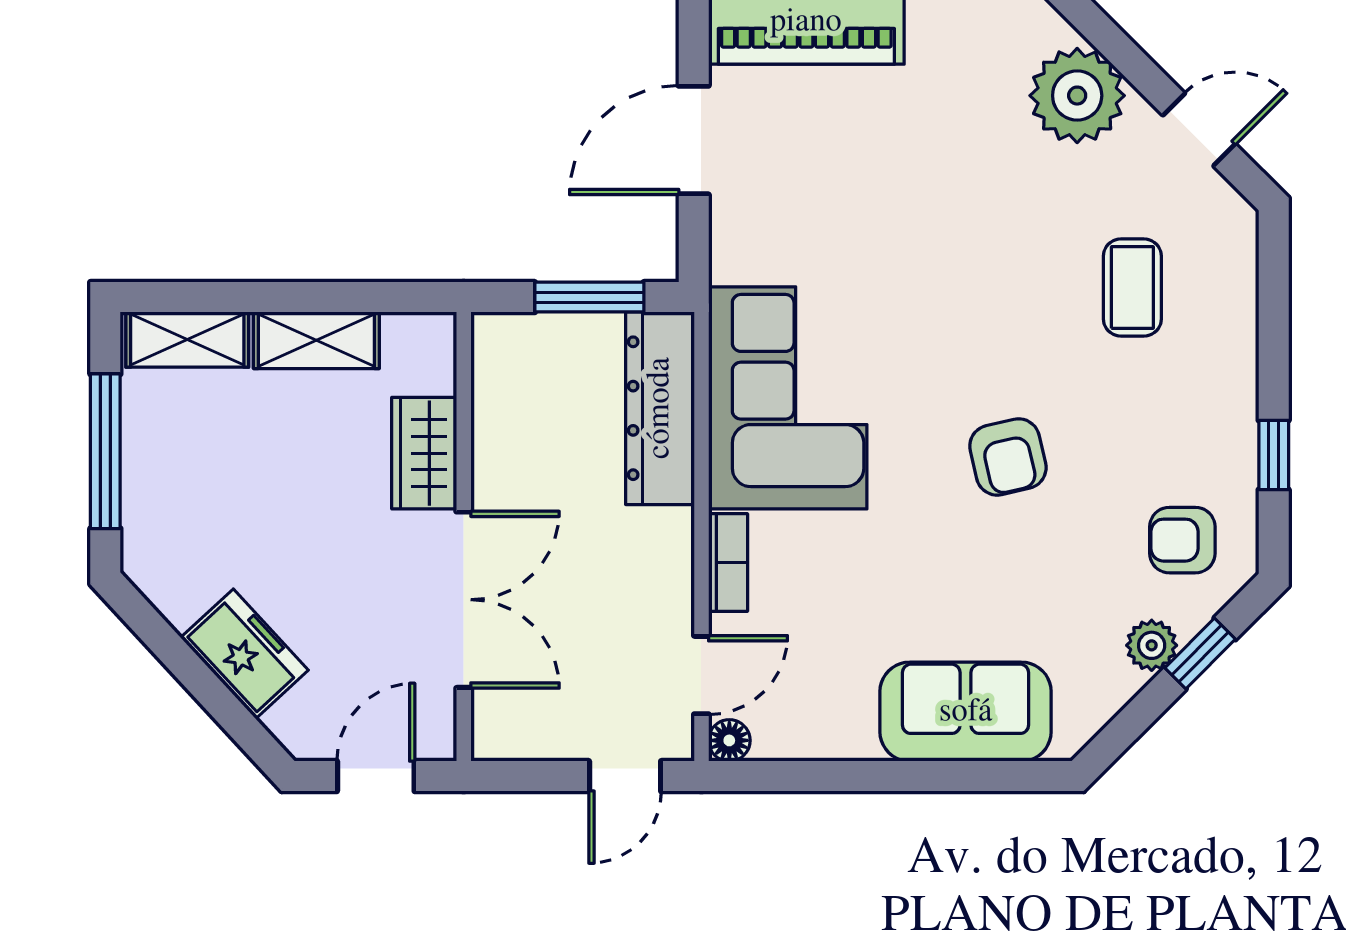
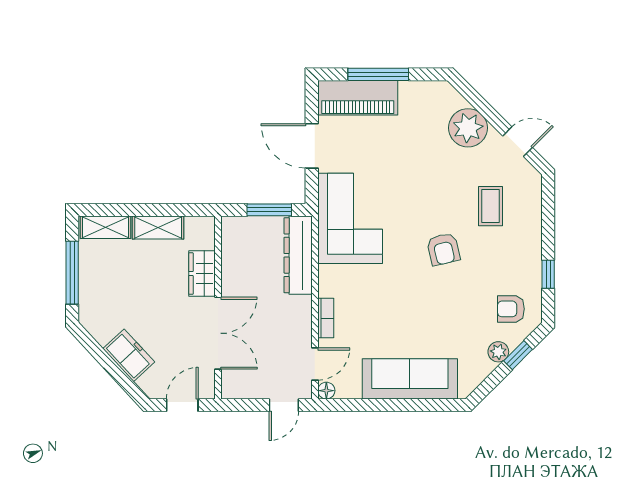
door: (694, 140) -> (312, 146), hinge flipped
corner sofa: (788, 398) -> (350, 218), moved
armchair: (1008, 457) -> (443, 249), moved
sofa: (966, 712) -> (410, 379), width x1.36

